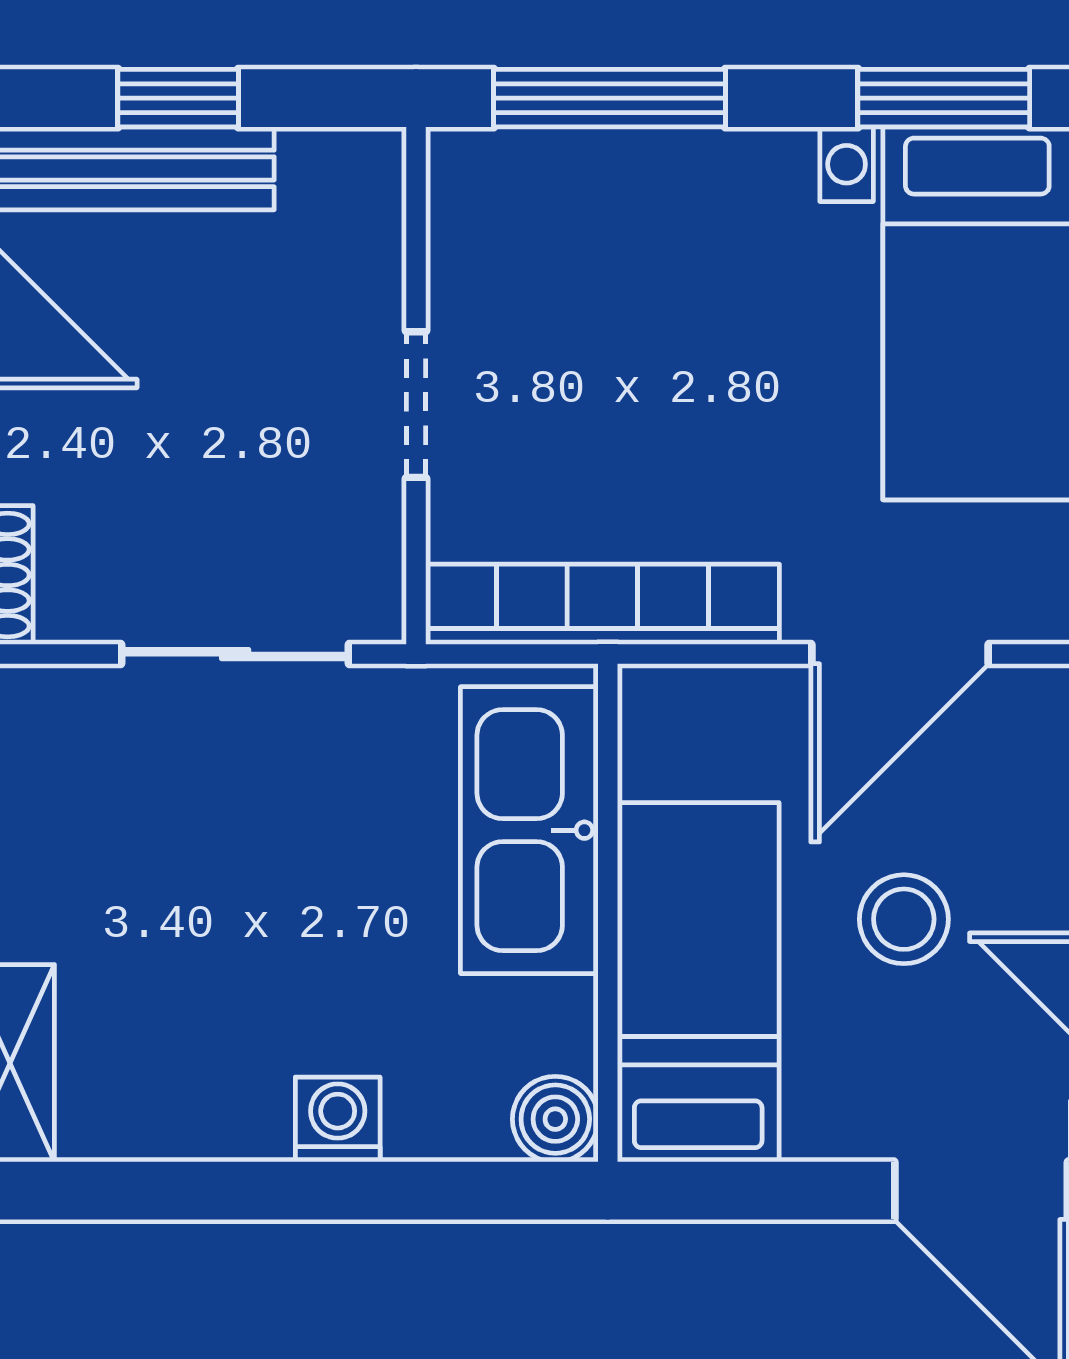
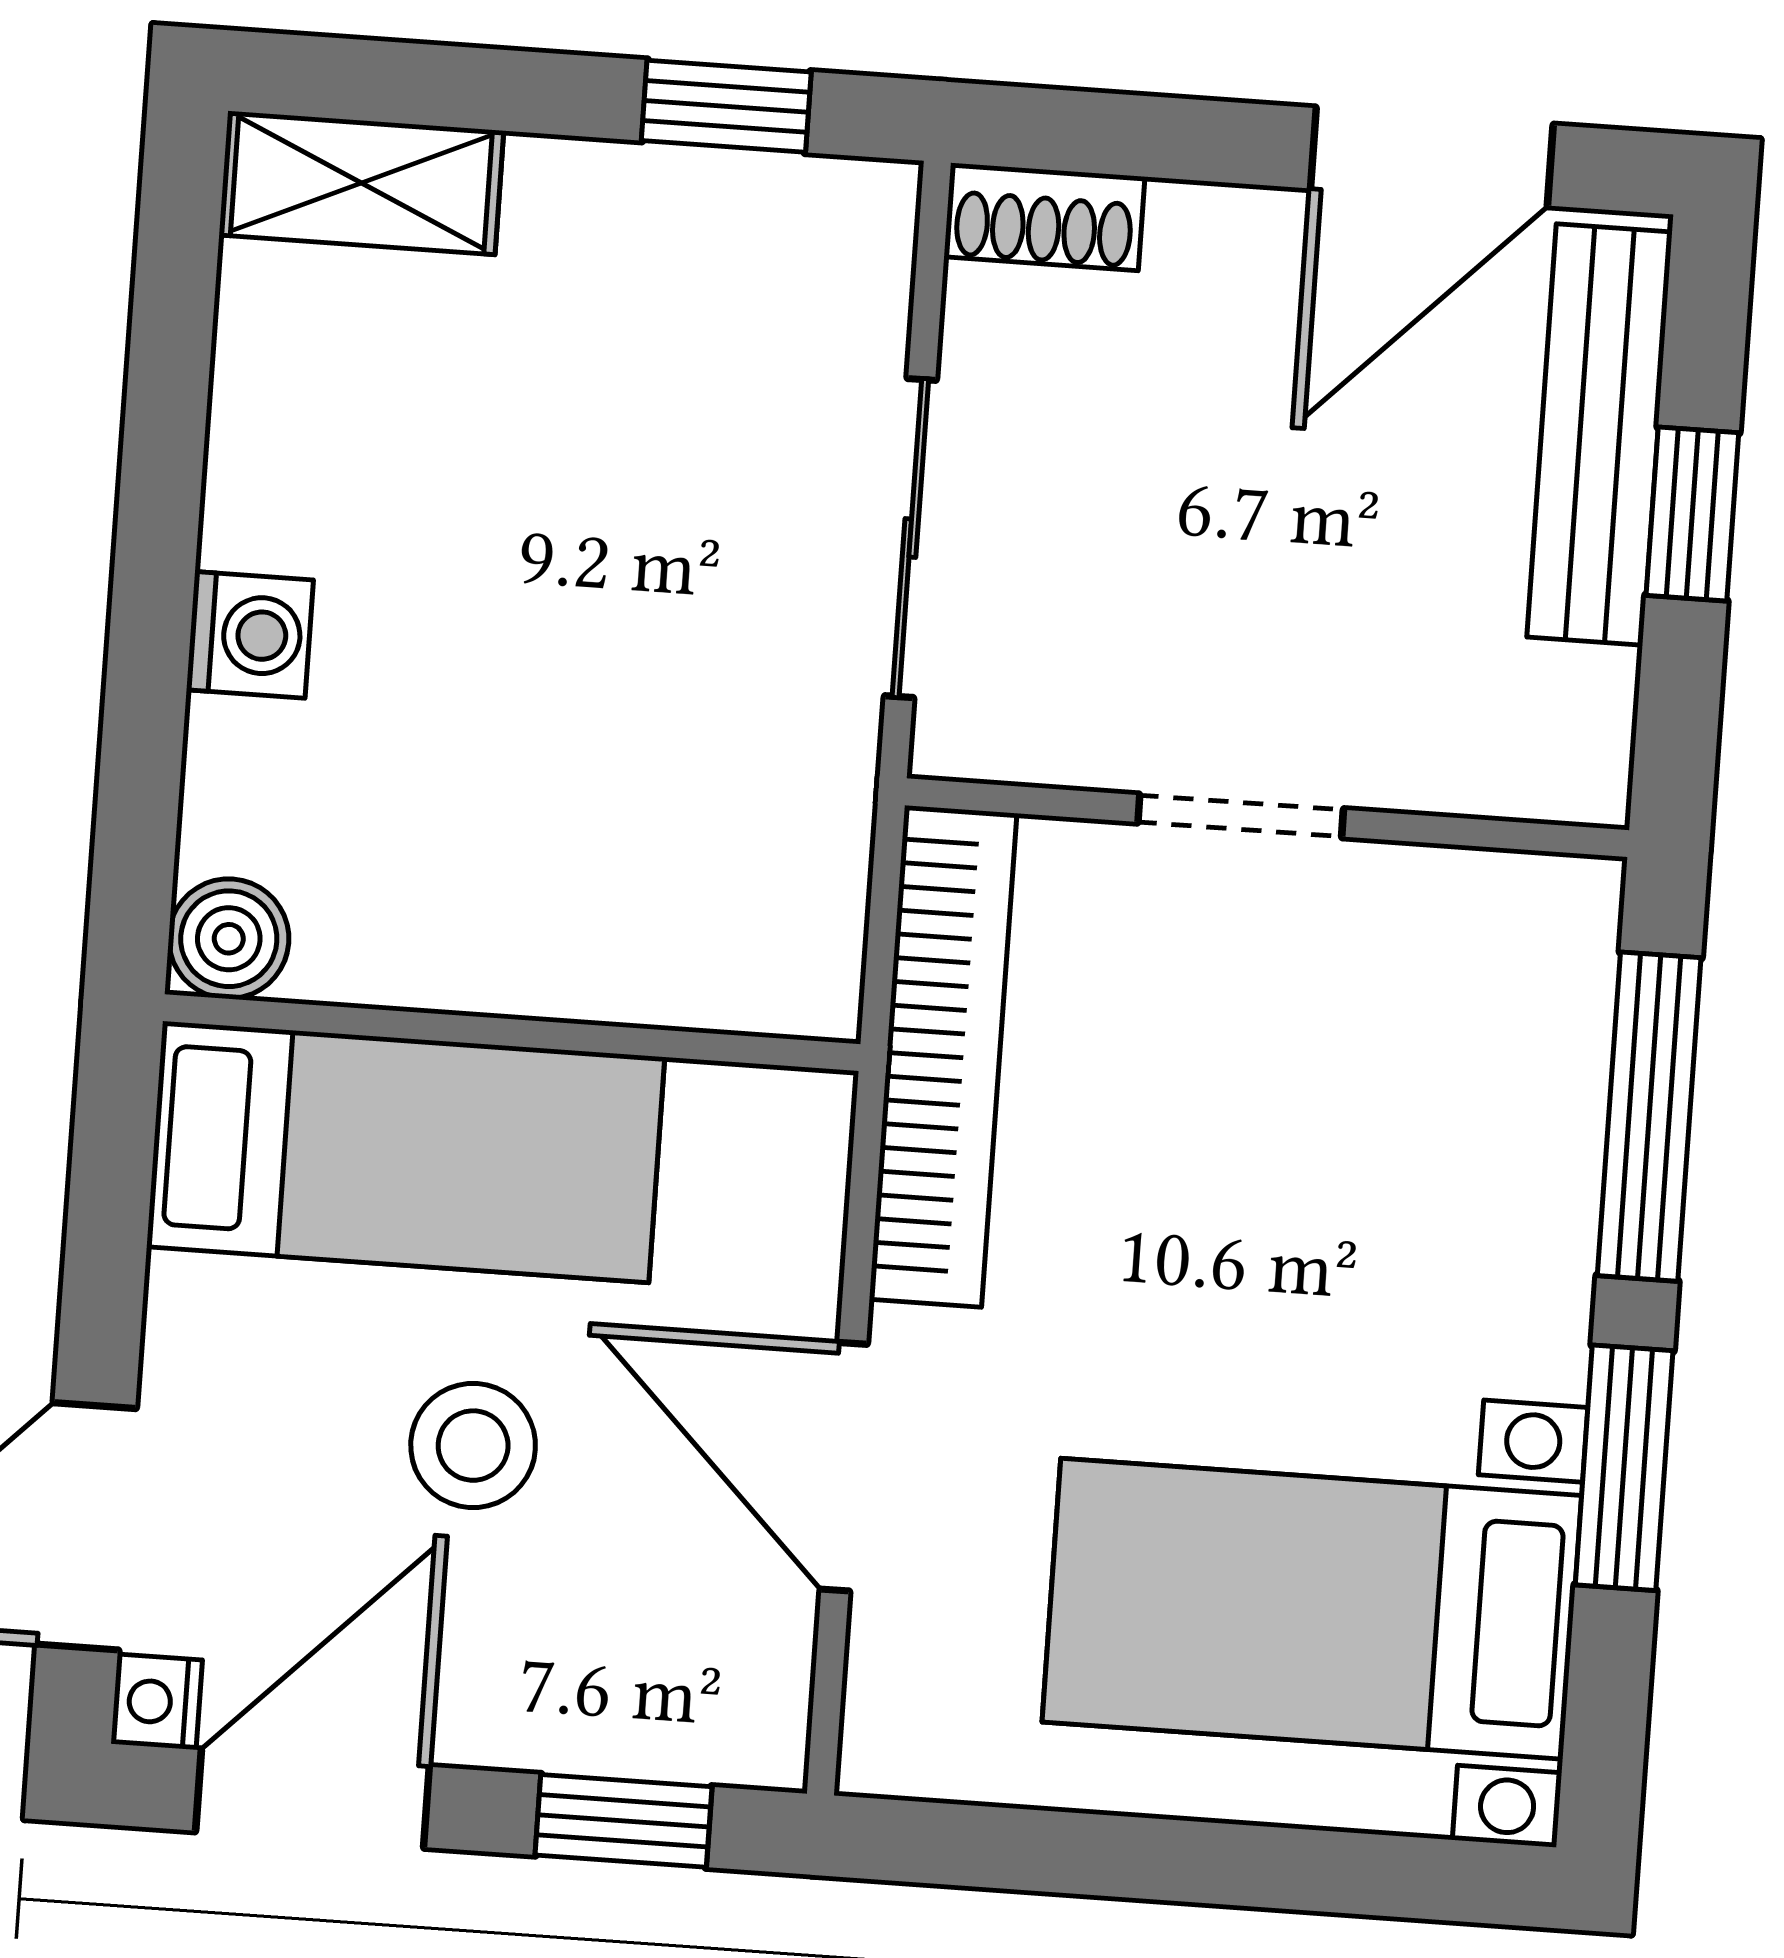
window: (944, 98) -> (1624, 1468), moved
kitchen sink: (529, 830) -> (635, 931), removed

